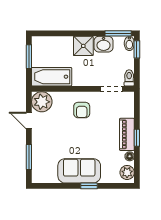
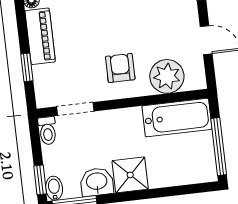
window: (29, 57) -> (219, 146), width x1.44
plant: (42, 102) -> (167, 76), moved
window: (137, 138) -> (27, 67), moved

